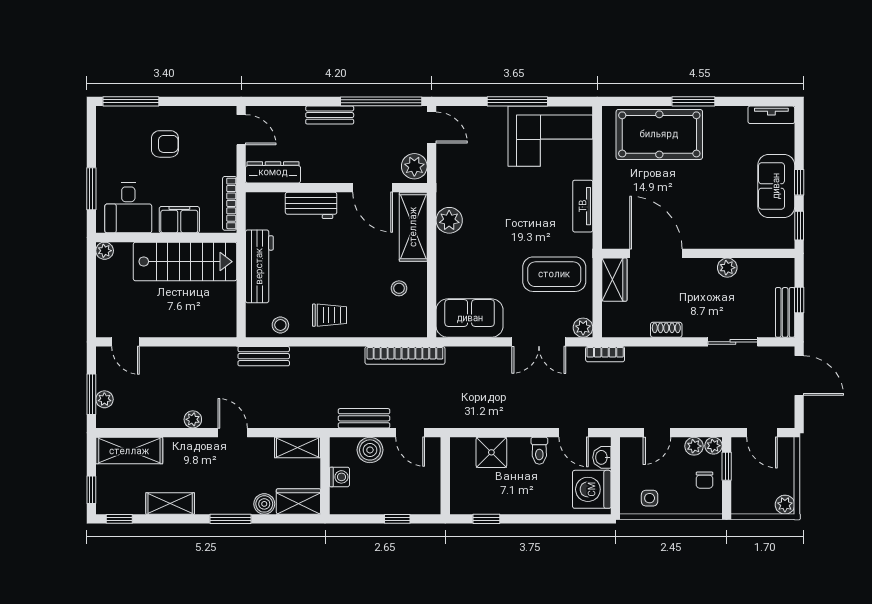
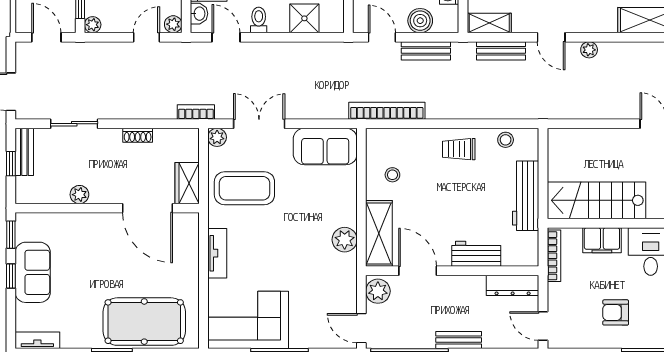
bench: (264, 356) -> (501, 51), moved
plant: (694, 446) -> (173, 24), moved

